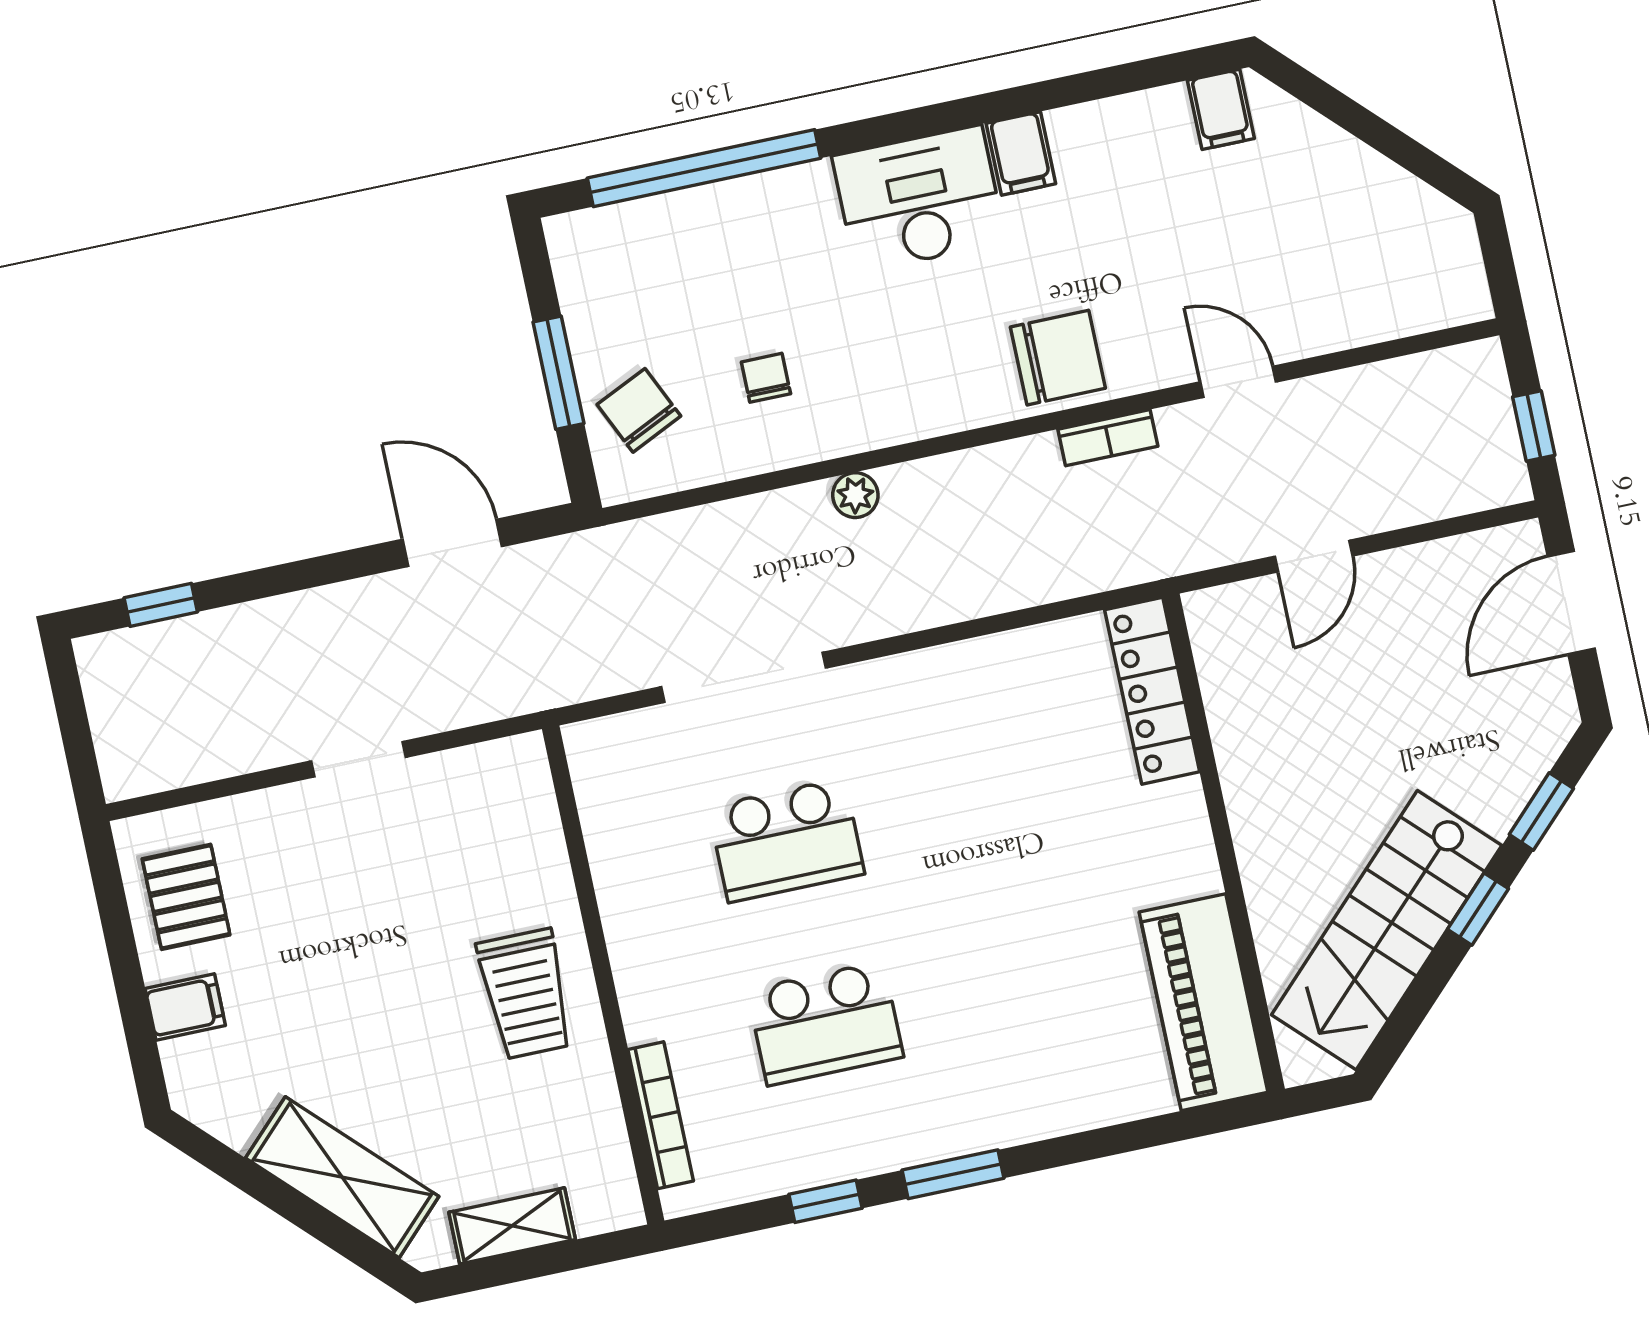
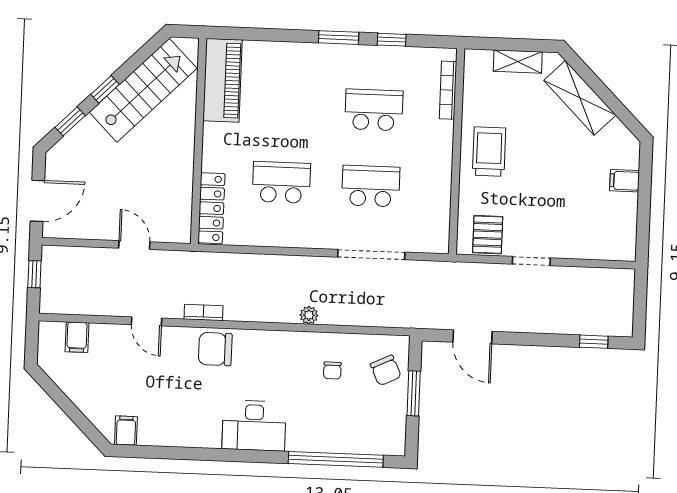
filing cabinet: (1021, 153) -> (77, 337), moved, turned 180
door: (1314, 556) -> (134, 245), hinge flipped
school desk: (1002, 795) -> (281, 182), added
pallet: (186, 897) -> (488, 235), moved

